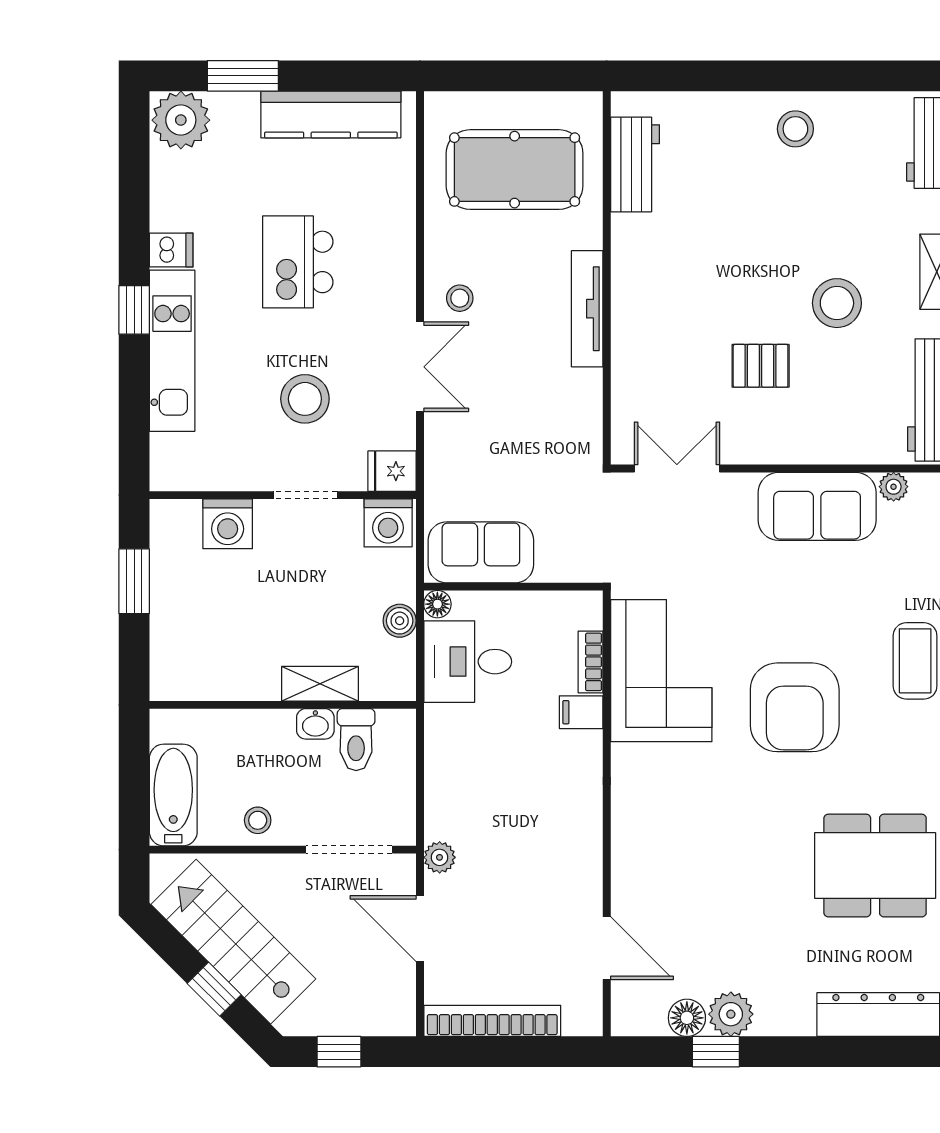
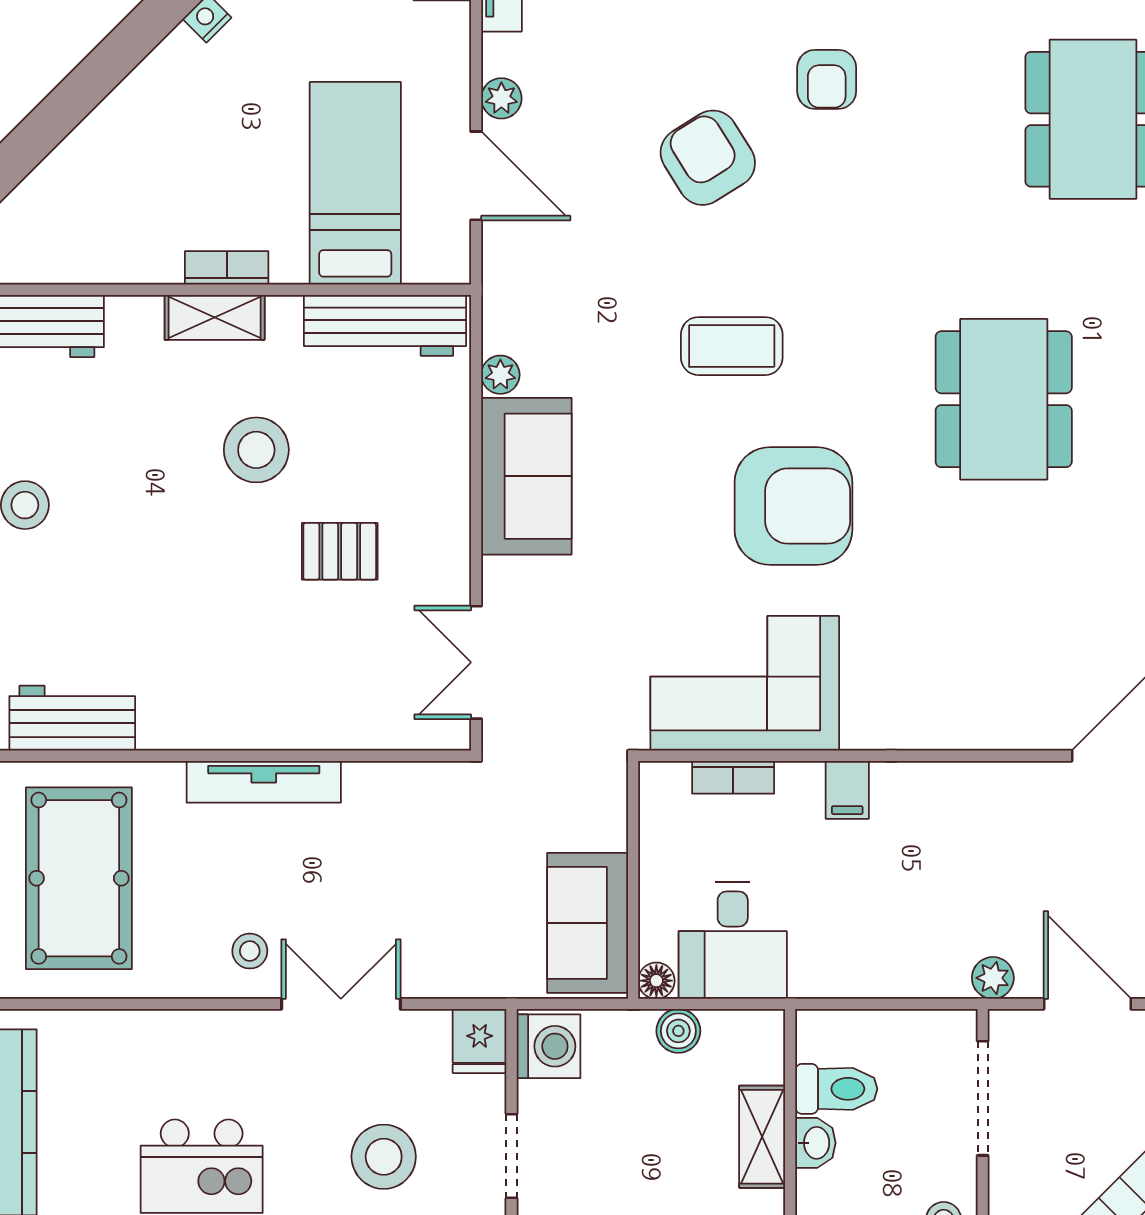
pallet: (761, 366) -> (340, 551), turned 90
filing cabinet: (581, 712) -> (847, 790), moved
door: (420, 929) -> (1087, 1004), swing flipped

